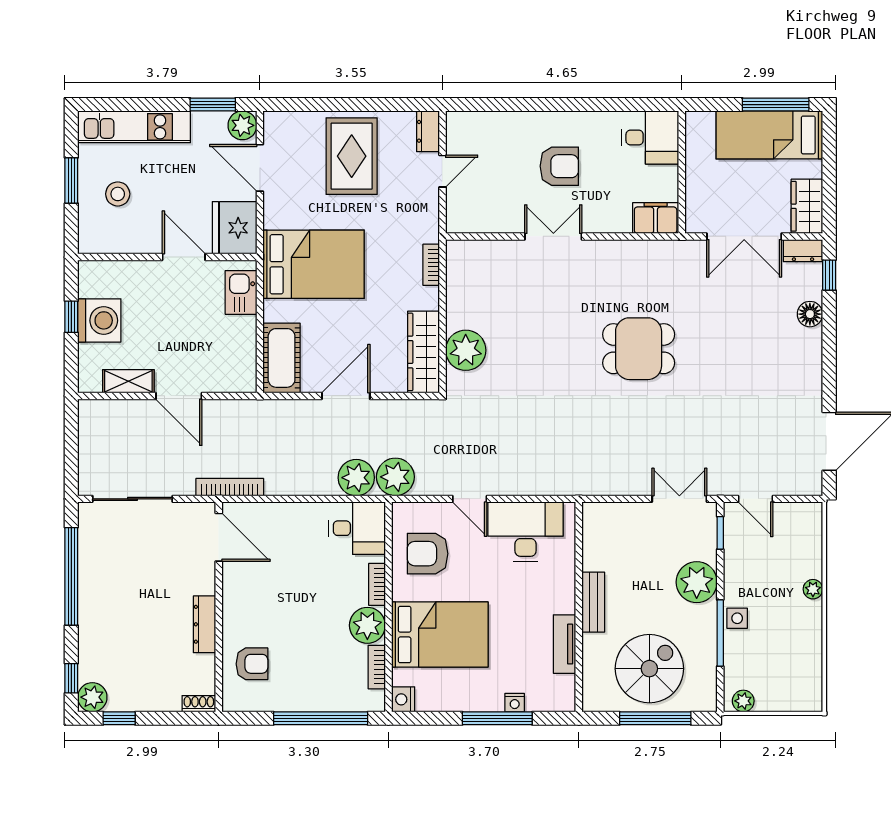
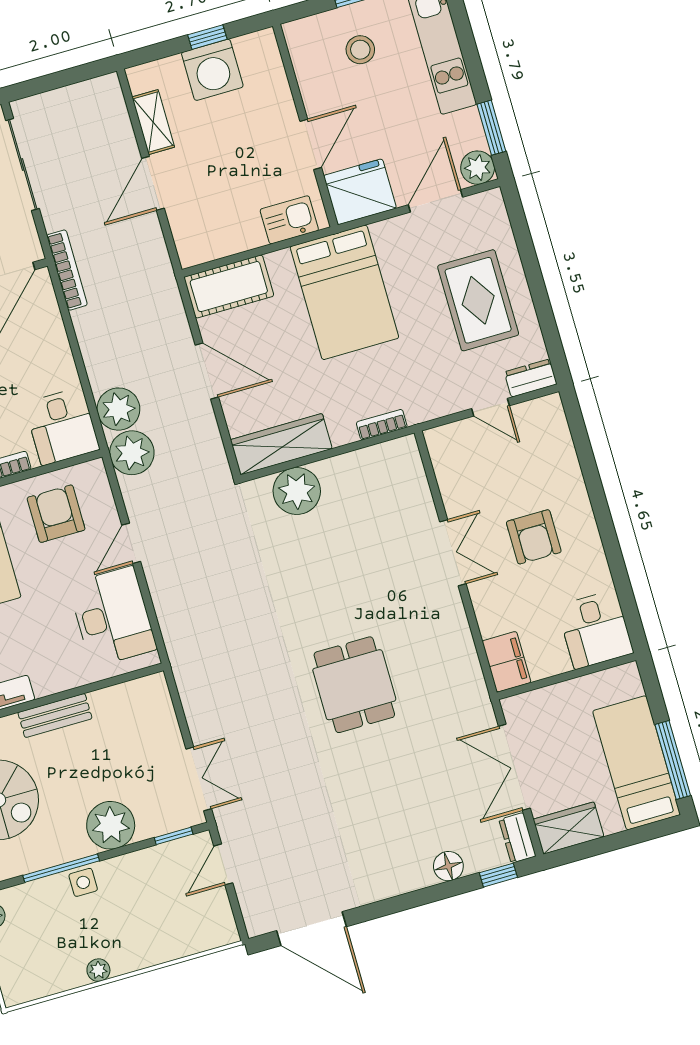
rug: (352, 156) -> (478, 300), turned 90
plant: (813, 589) -> (98, 970), moved

